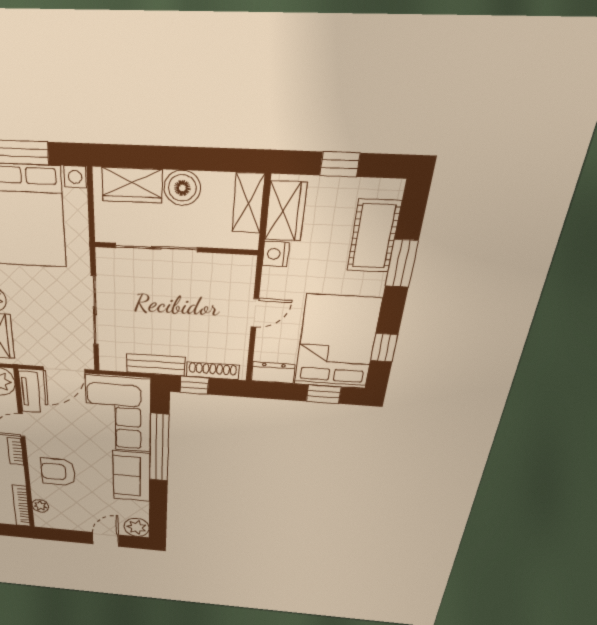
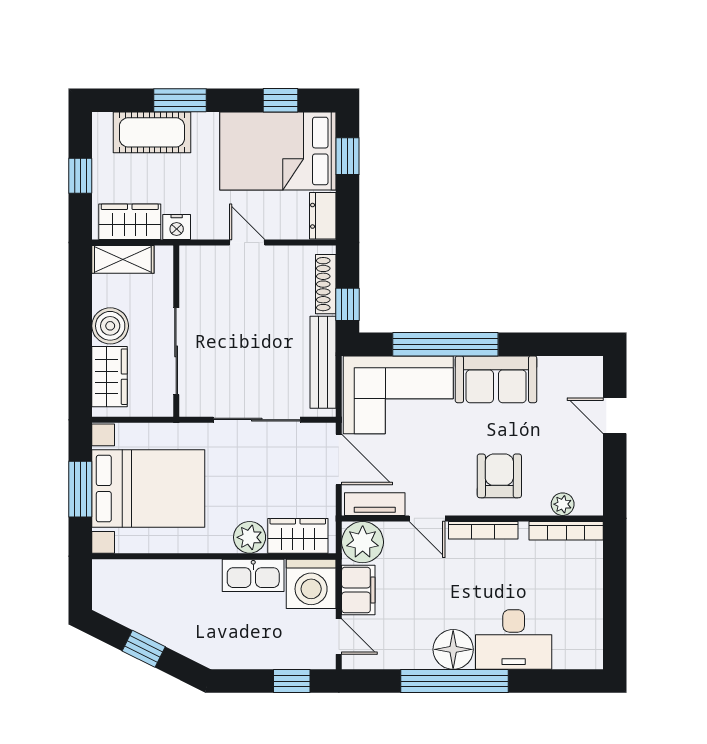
bench: (156, 365) -> (323, 362), width x1.36
bookcase: (16, 451) -> (483, 530), width x1.56
armchair: (58, 472) -> (499, 476), turned 180
plant: (137, 527) -> (586, 373), removed

